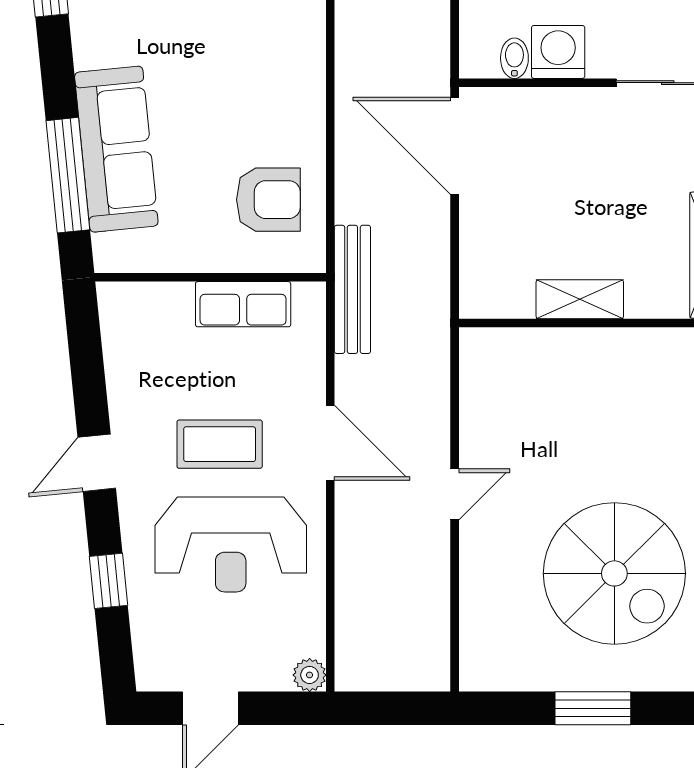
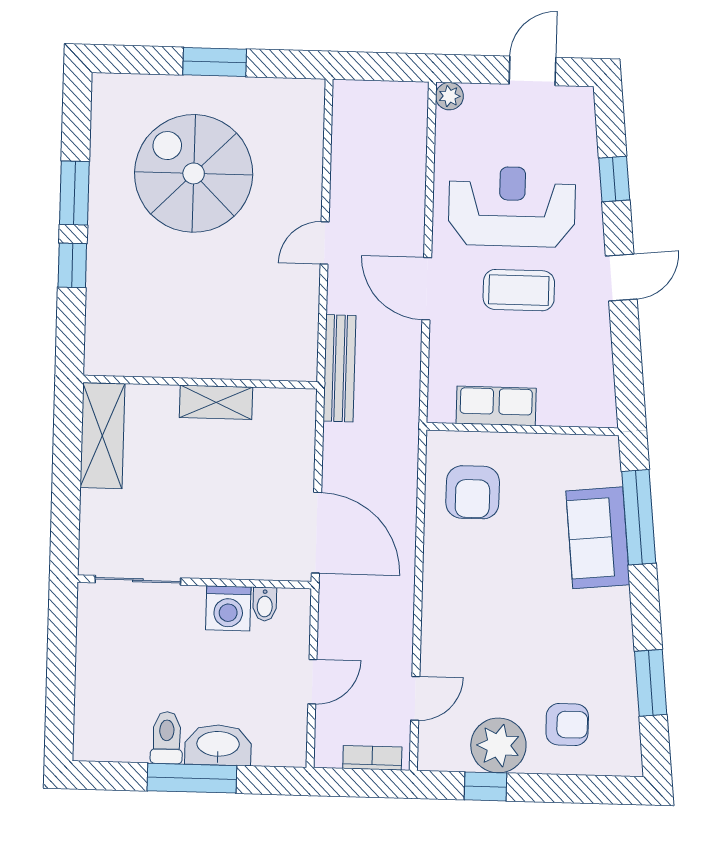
sofa: (116, 149) -> (598, 538), width x0.73
armchair: (268, 200) -> (473, 492), turned -90
bench: (352, 289) -> (339, 368), moved

